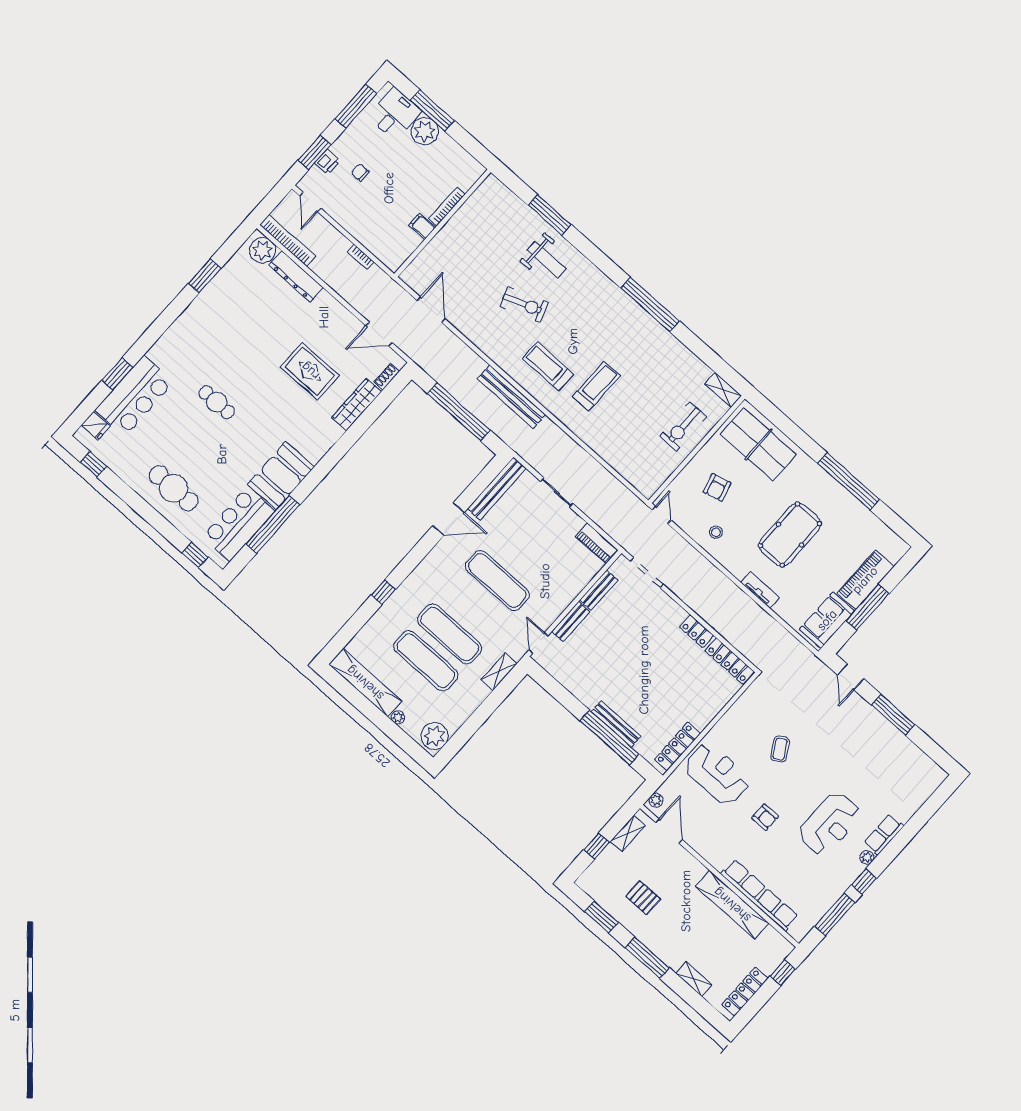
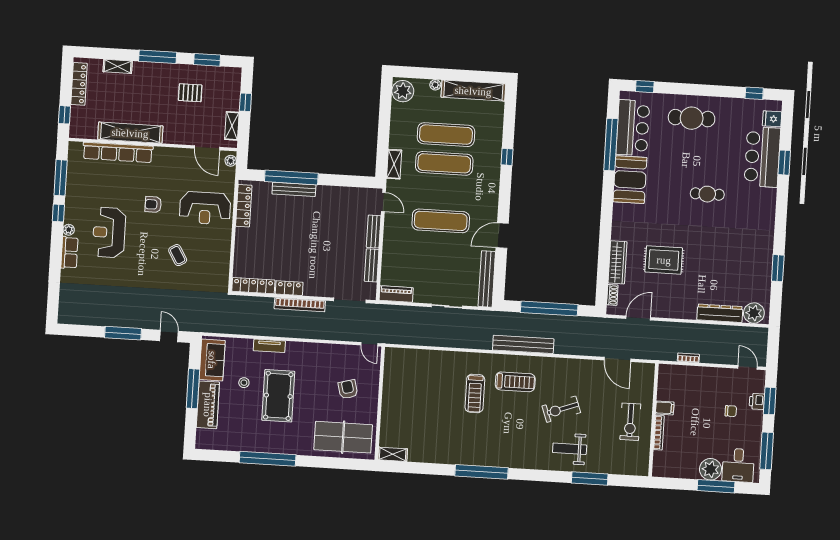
bookcase: (288, 240) -> (300, 305), moved
exercise bike: (683, 426) -> (630, 422), moved, turned 180
stool: (716, 532) -> (244, 383), moved

